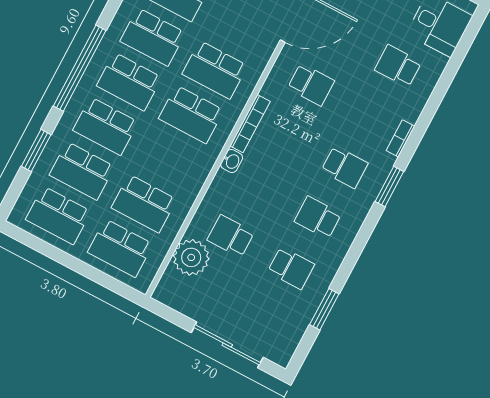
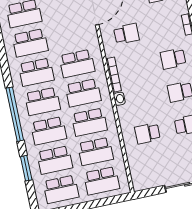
school desk: (168, 159) -> (89, 122), added
school desk: (345, 167) -> (173, 59), turned 180
plant: (191, 257) -> (137, 158), removed

